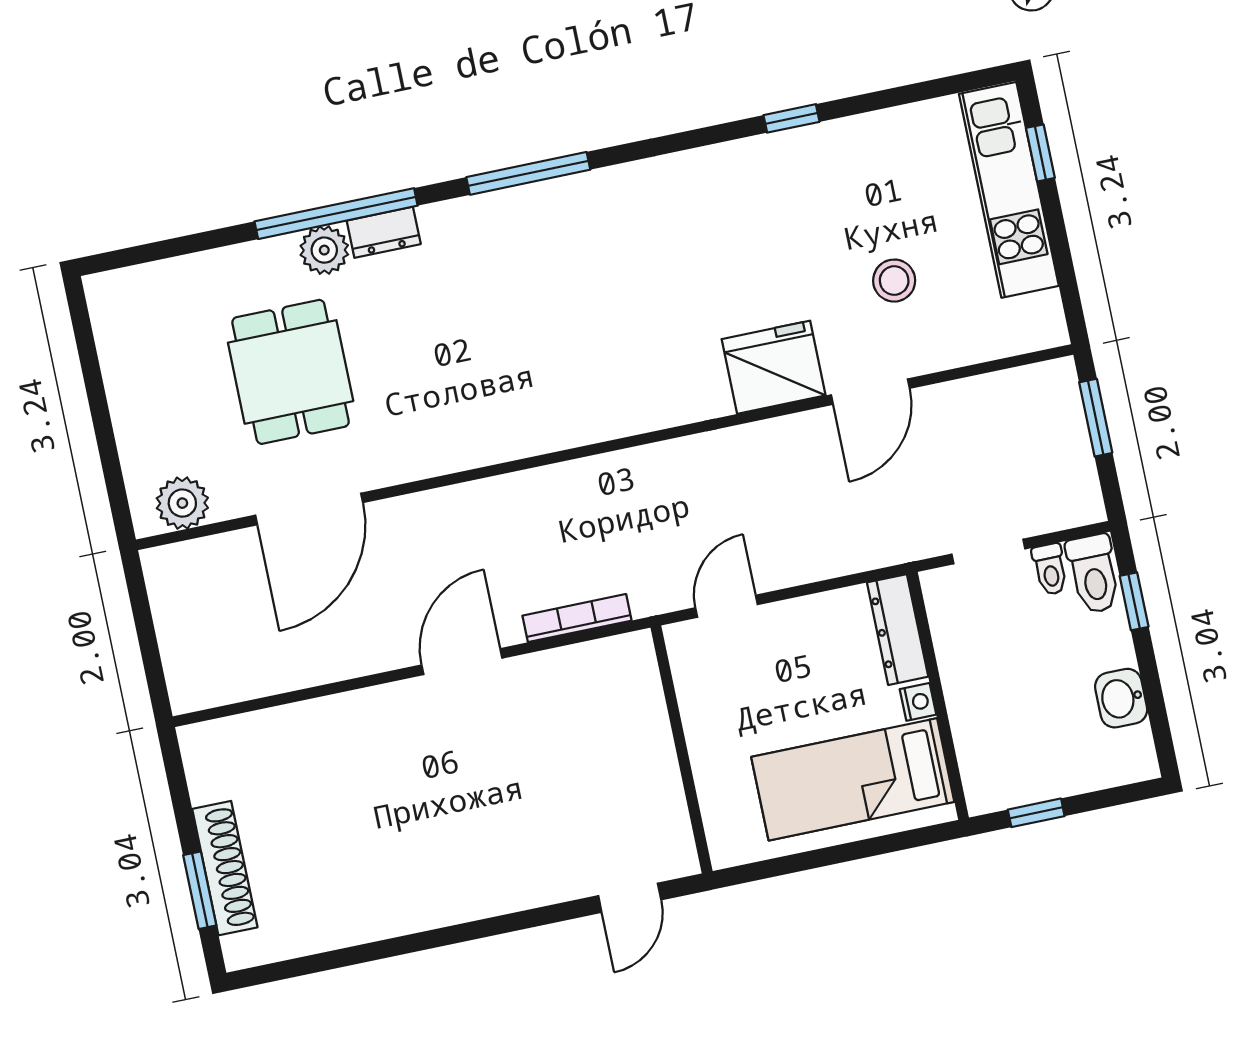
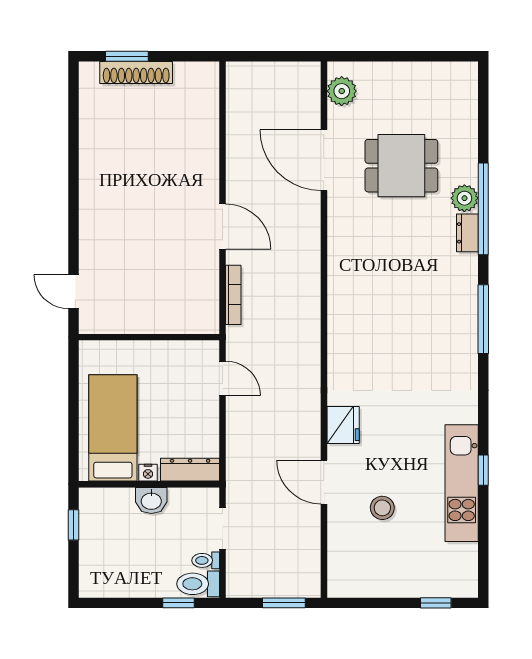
kitchen unit: (1009, 190) -> (462, 483), moved, turned -90
fridge: (774, 367) -> (343, 425), width x0.73, depth x0.75
washbasin: (1121, 698) -> (151, 500), moved, turned 180

